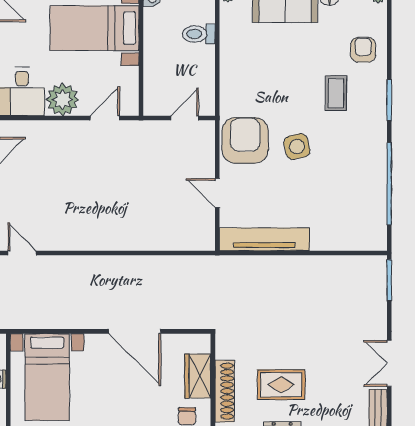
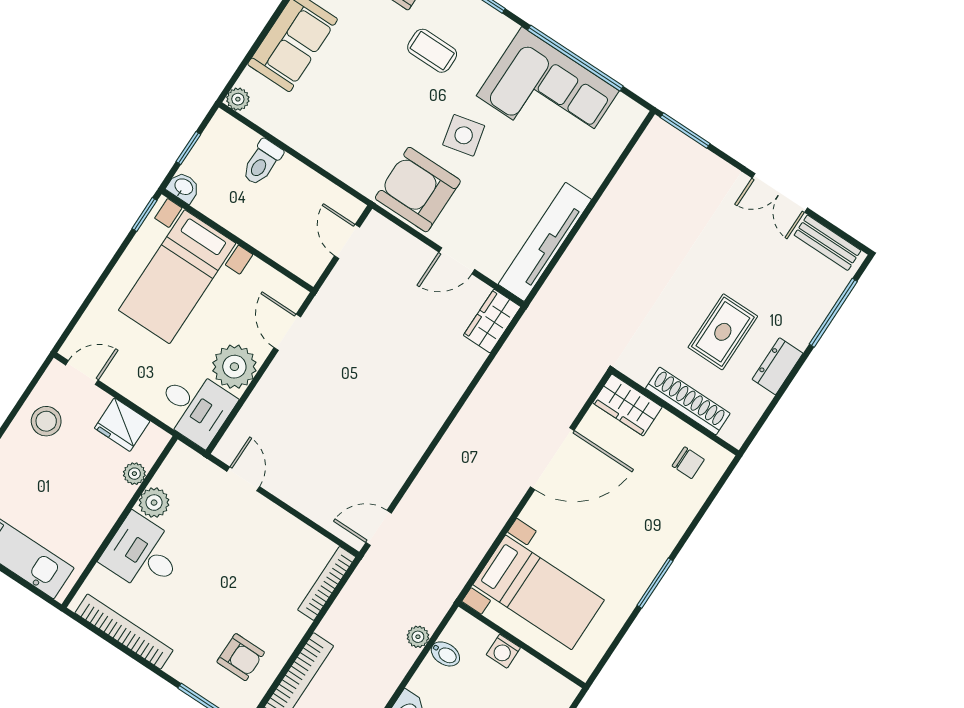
corner sofa: (356, 181) -> (548, 93), added
wardrobe: (195, 239) -> (492, 321), added
wardrobe: (198, 376) -> (627, 405), moved

